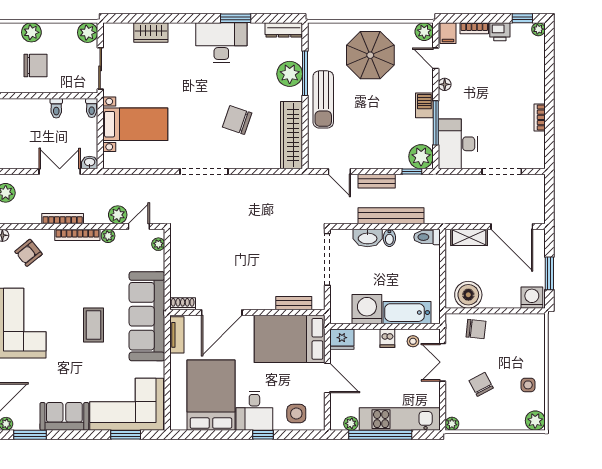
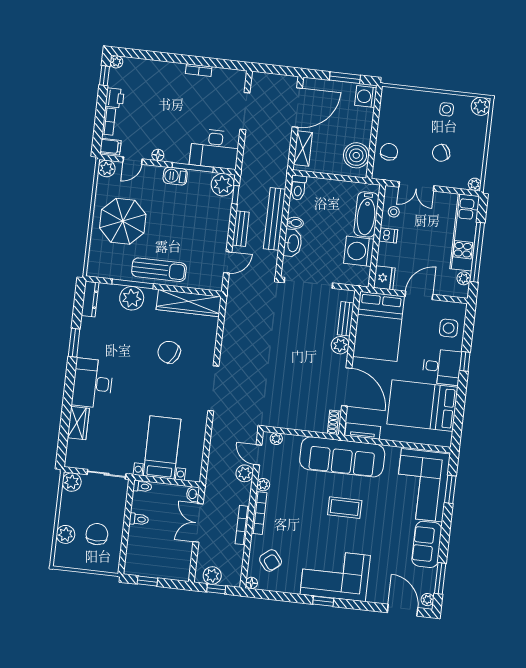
desk: (221, 43) -> (92, 383), moved
chair: (237, 120) -> (169, 352), turned 97
plant: (265, 301) -> (340, 345), added

